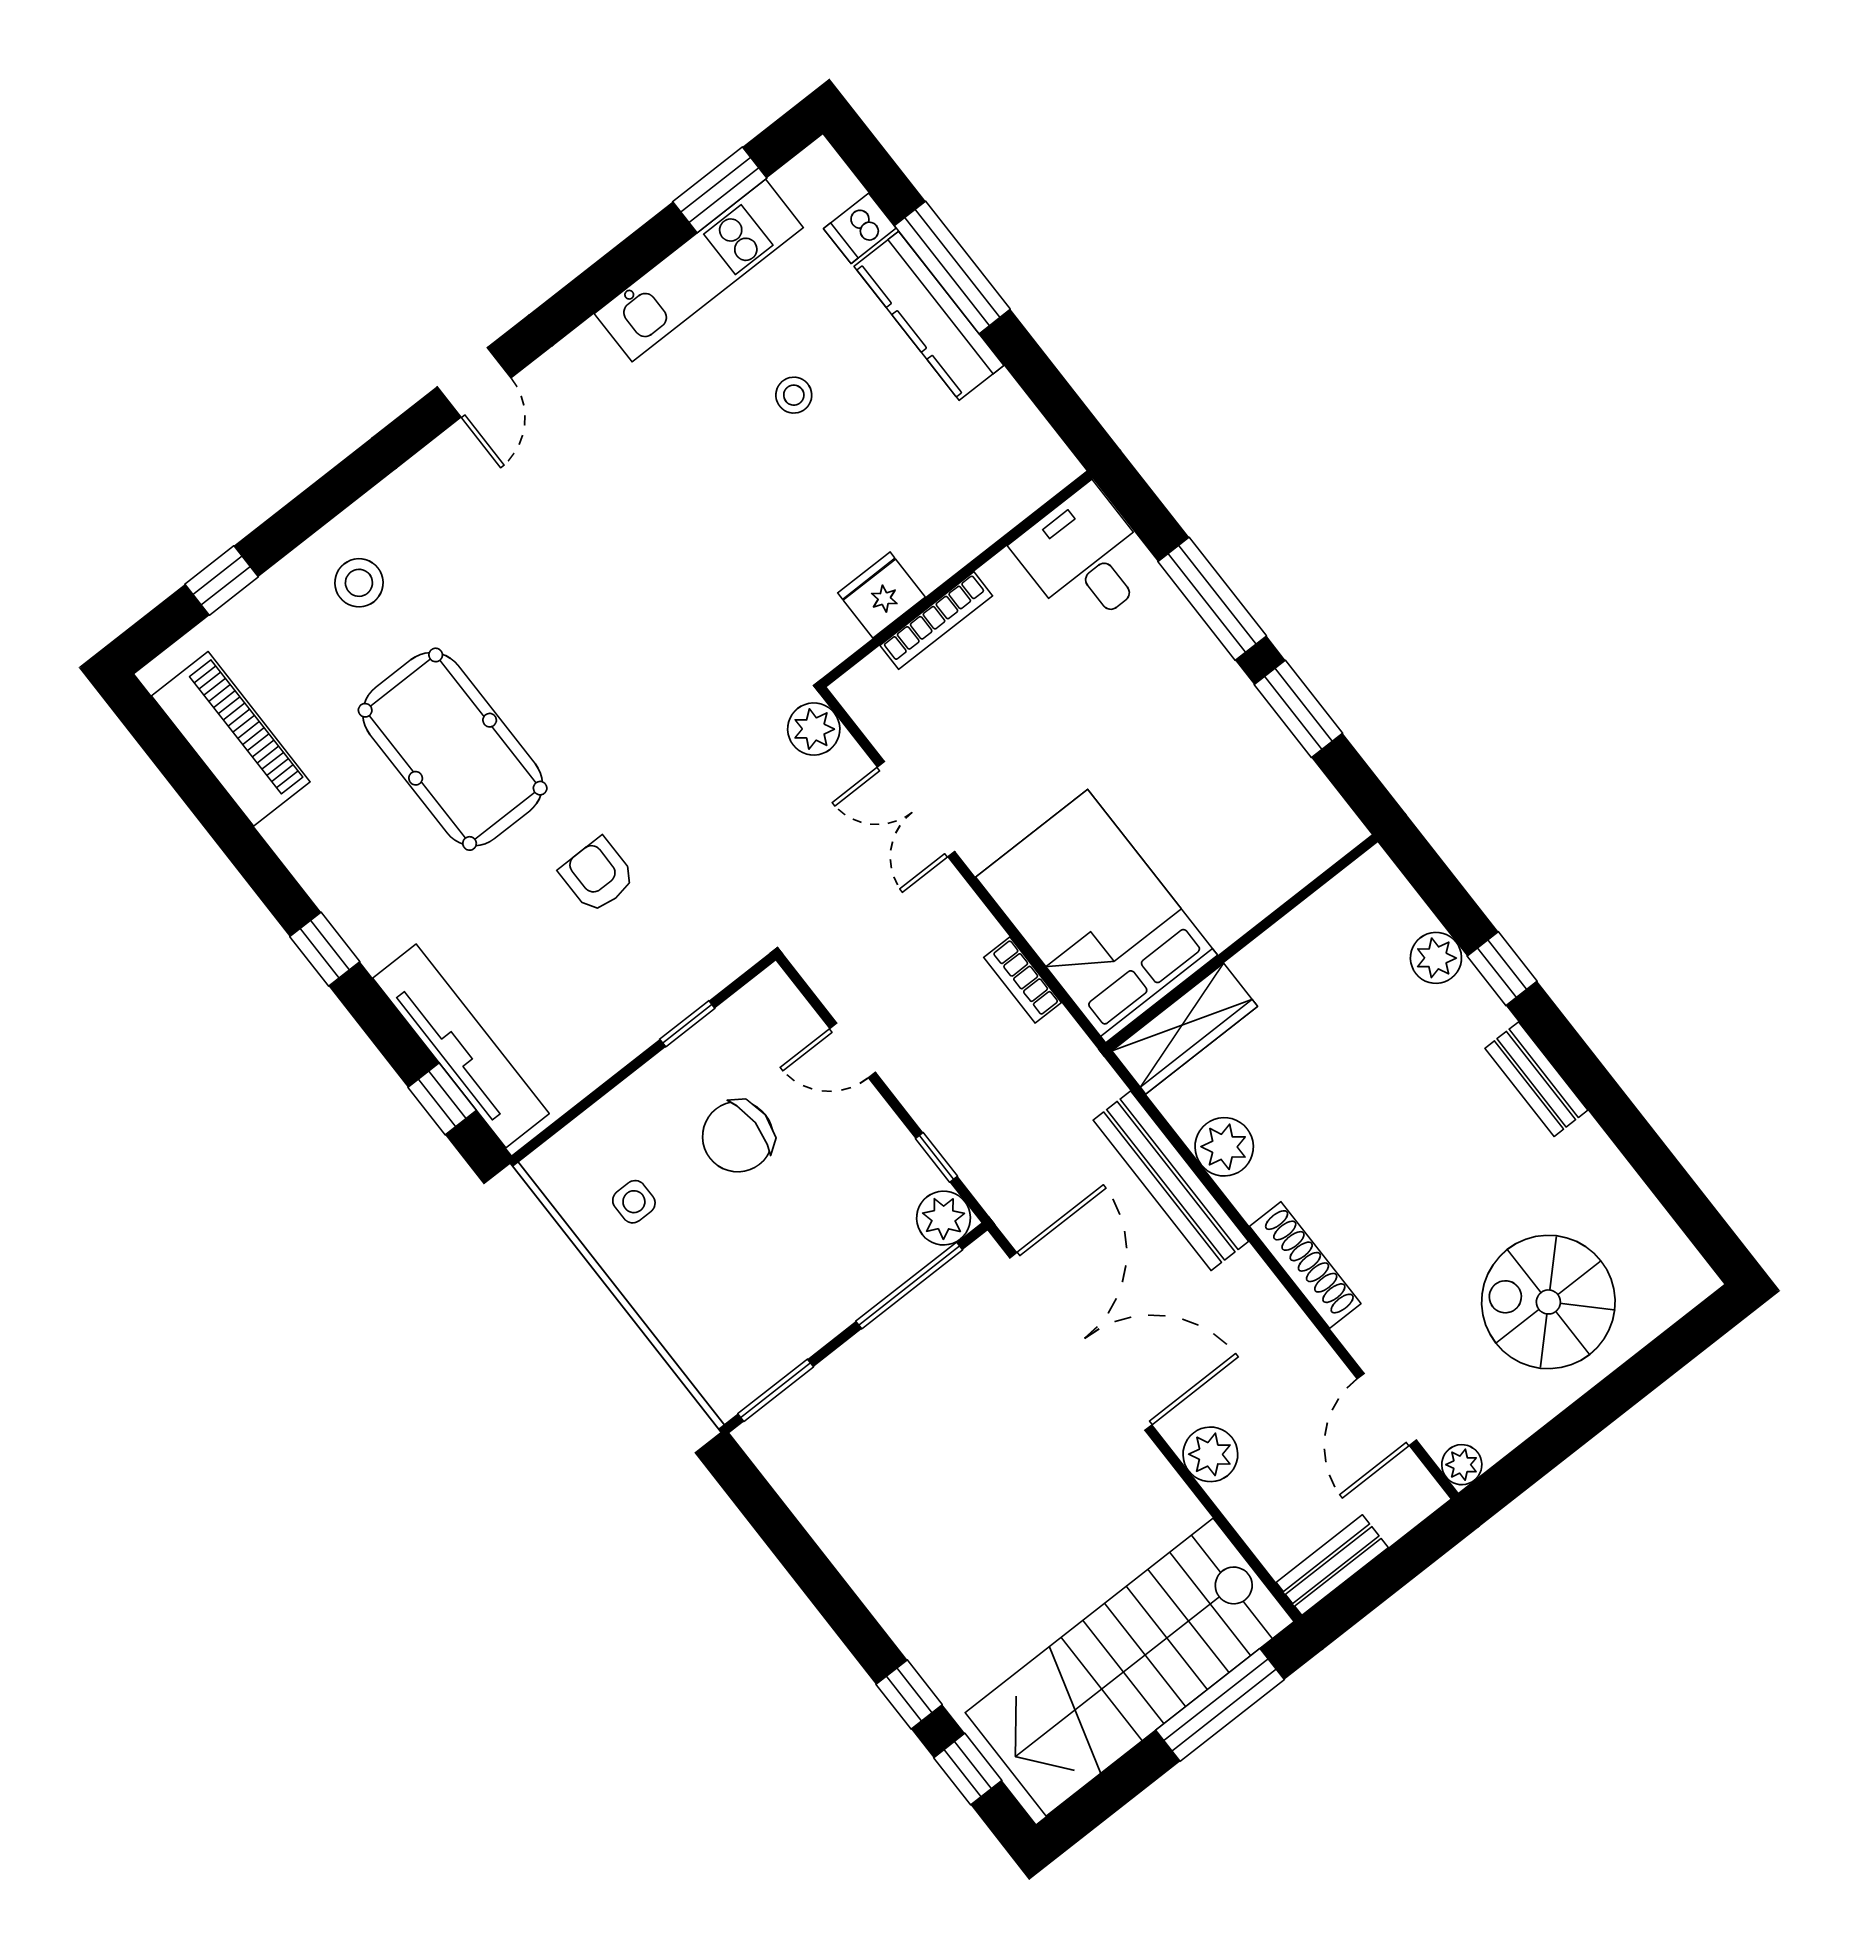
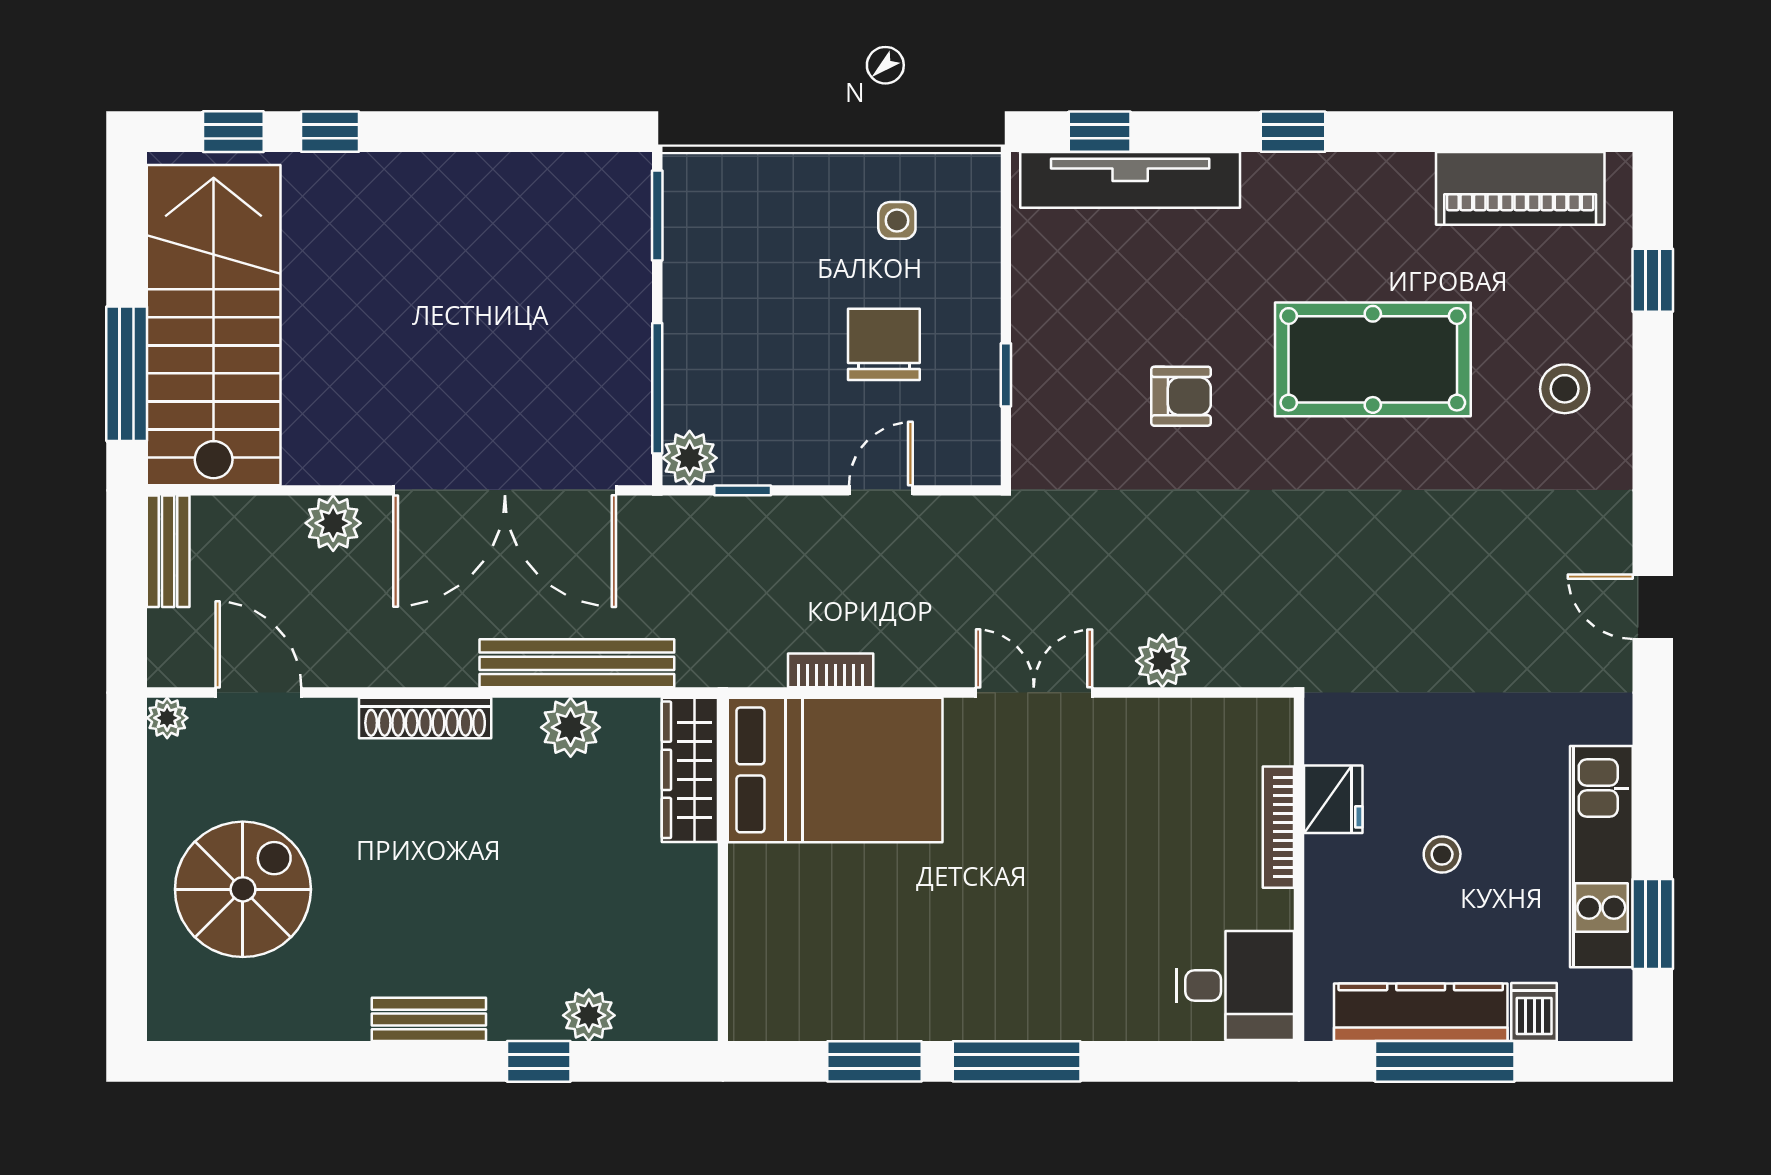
desk: (1085, 558) -> (1235, 986), moved
wall: (957, 579) -> (1299, 869), moved
fridge: (881, 595) -> (1333, 799), moved
bookcase: (936, 621) -> (1278, 827), moved

